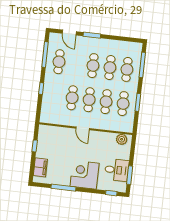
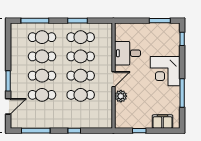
cafe table: (59, 62) -> (42, 95), moved
plant: (122, 139) -> (121, 96), moved
desk: (117, 170) -> (127, 53), moved, turned -90

